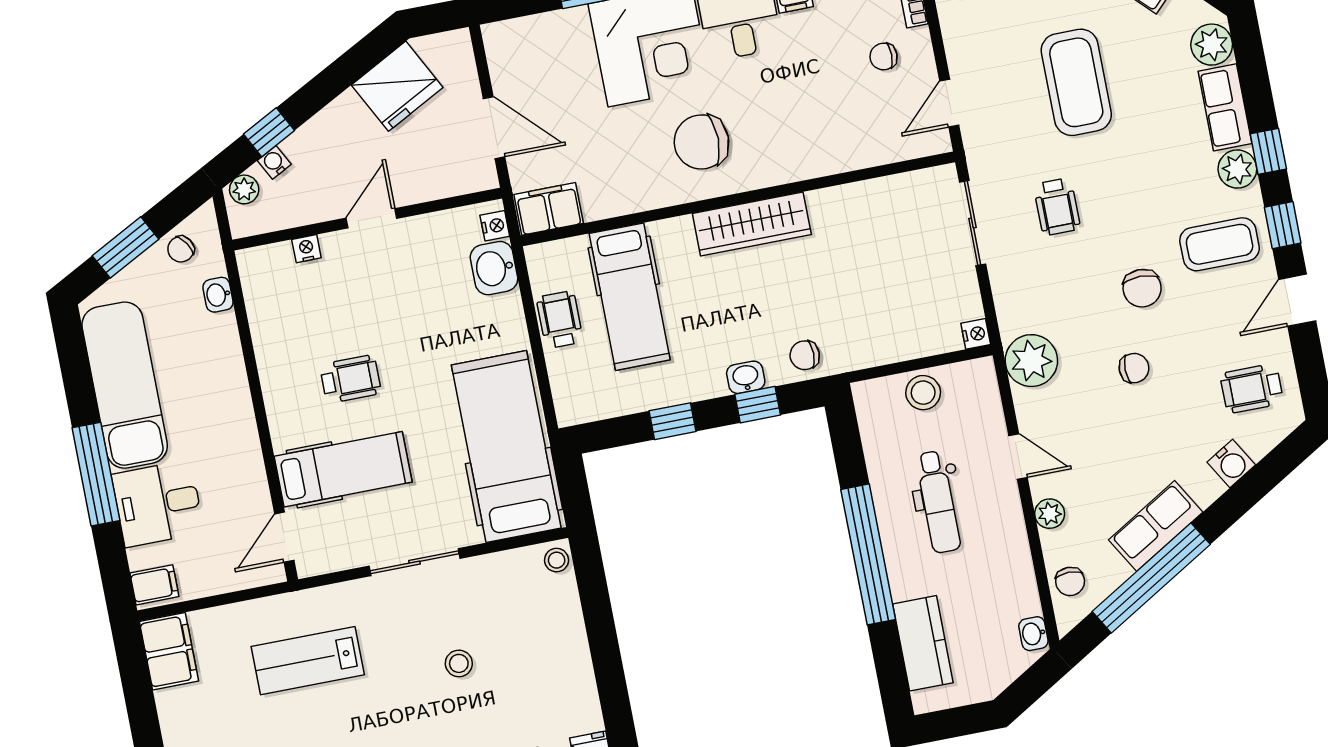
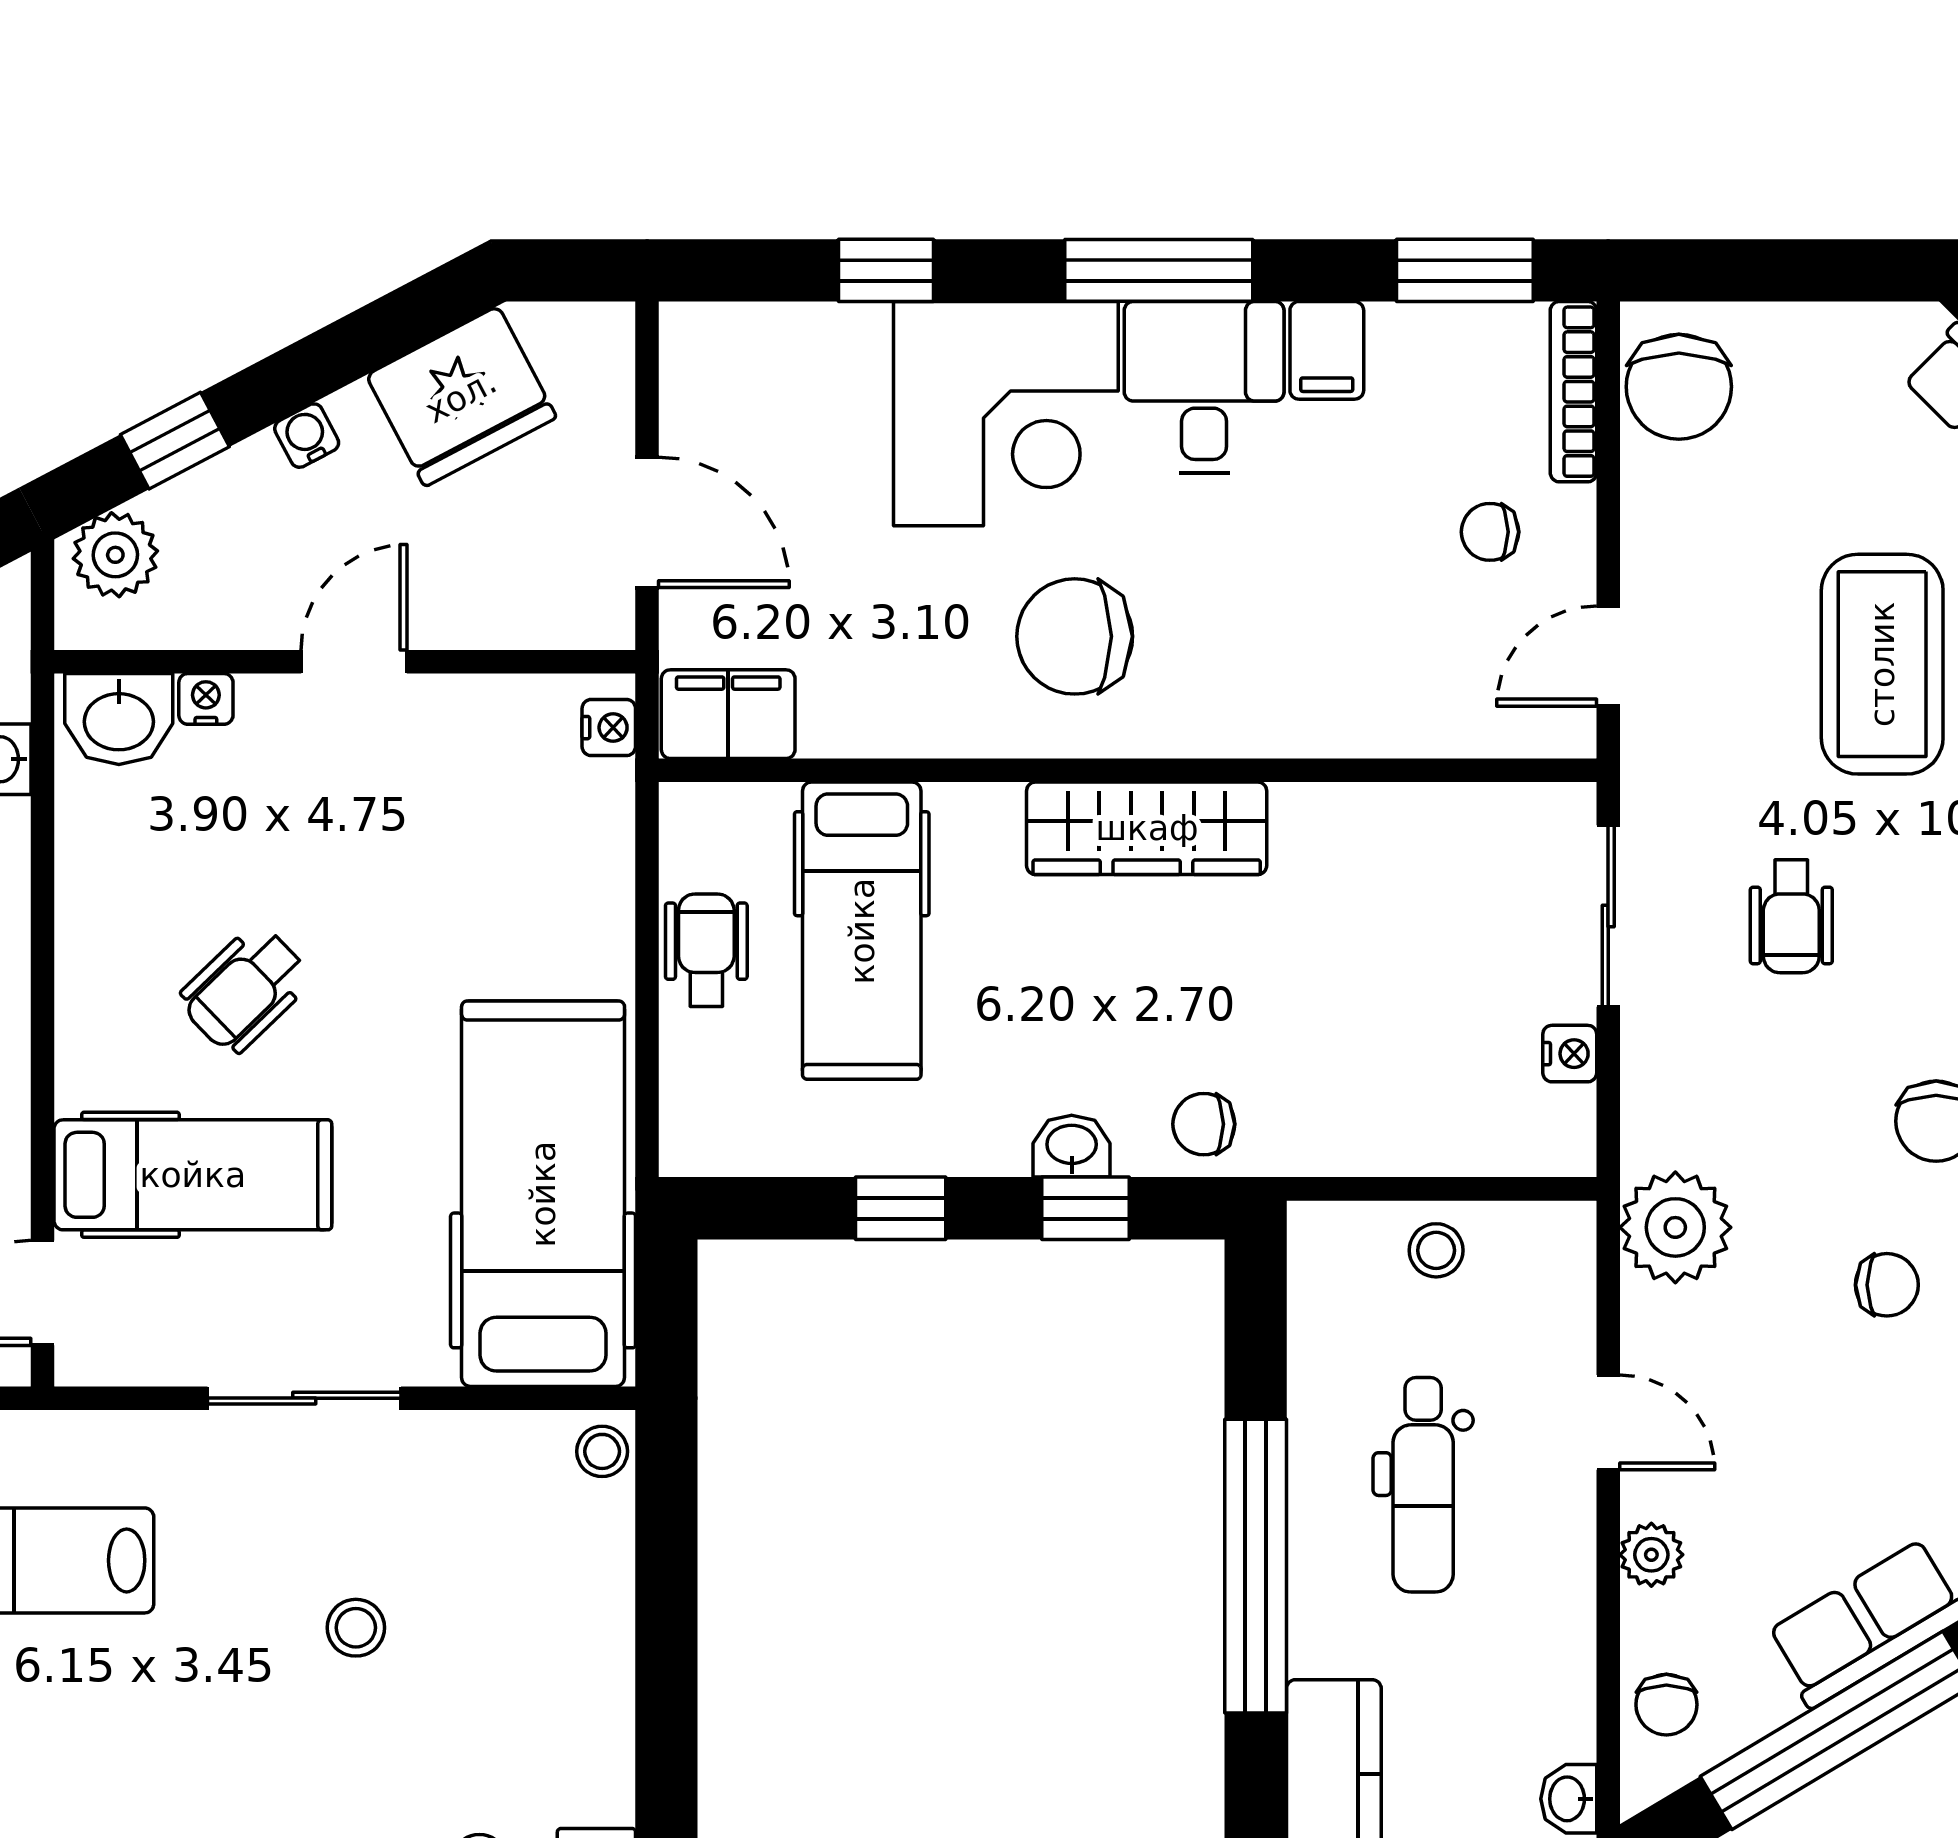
water cooler: (274, 162) -> (307, 436), moved
plant: (244, 189) -> (115, 555), width x1.38, depth x1.38
washbasin: (494, 268) -> (119, 719), moved, turned -90
nightstand: (976, 334) -> (1570, 1054), moved
wheelchair: (350, 379) -> (245, 989), turned 136
stool: (923, 393) -> (1436, 1250), width x0.73, depth x0.73

